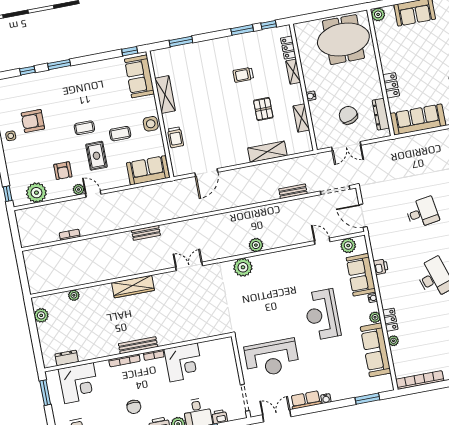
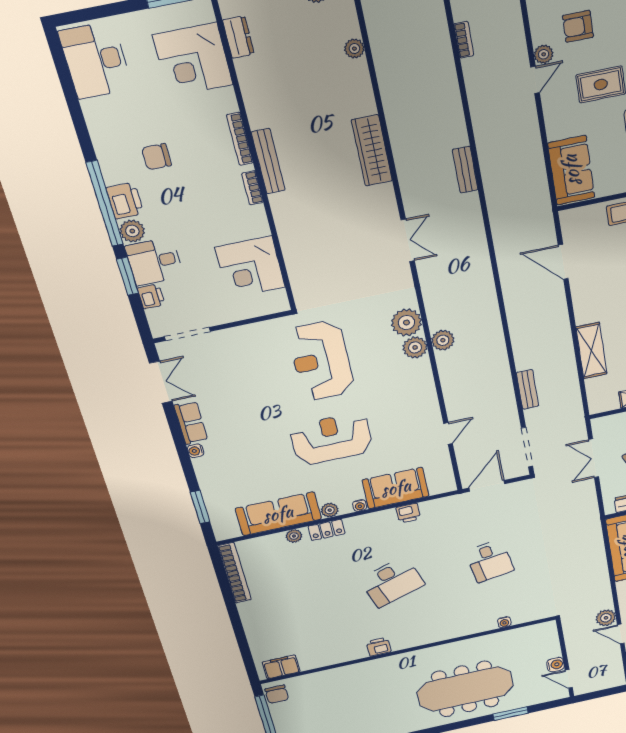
plant: (348, 246) -> (415, 347), moved
reception desk: (272, 358) -> (321, 361), moved
corner desk: (184, 362) -> (250, 267), moved

